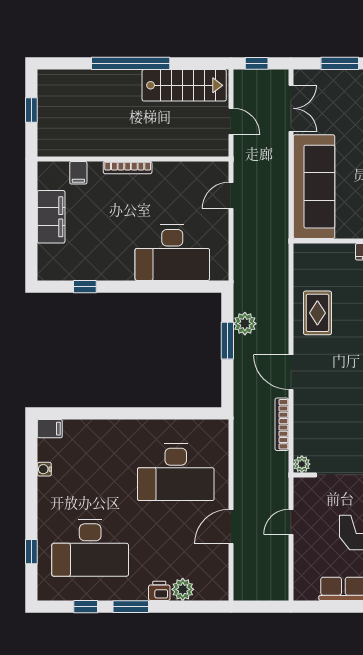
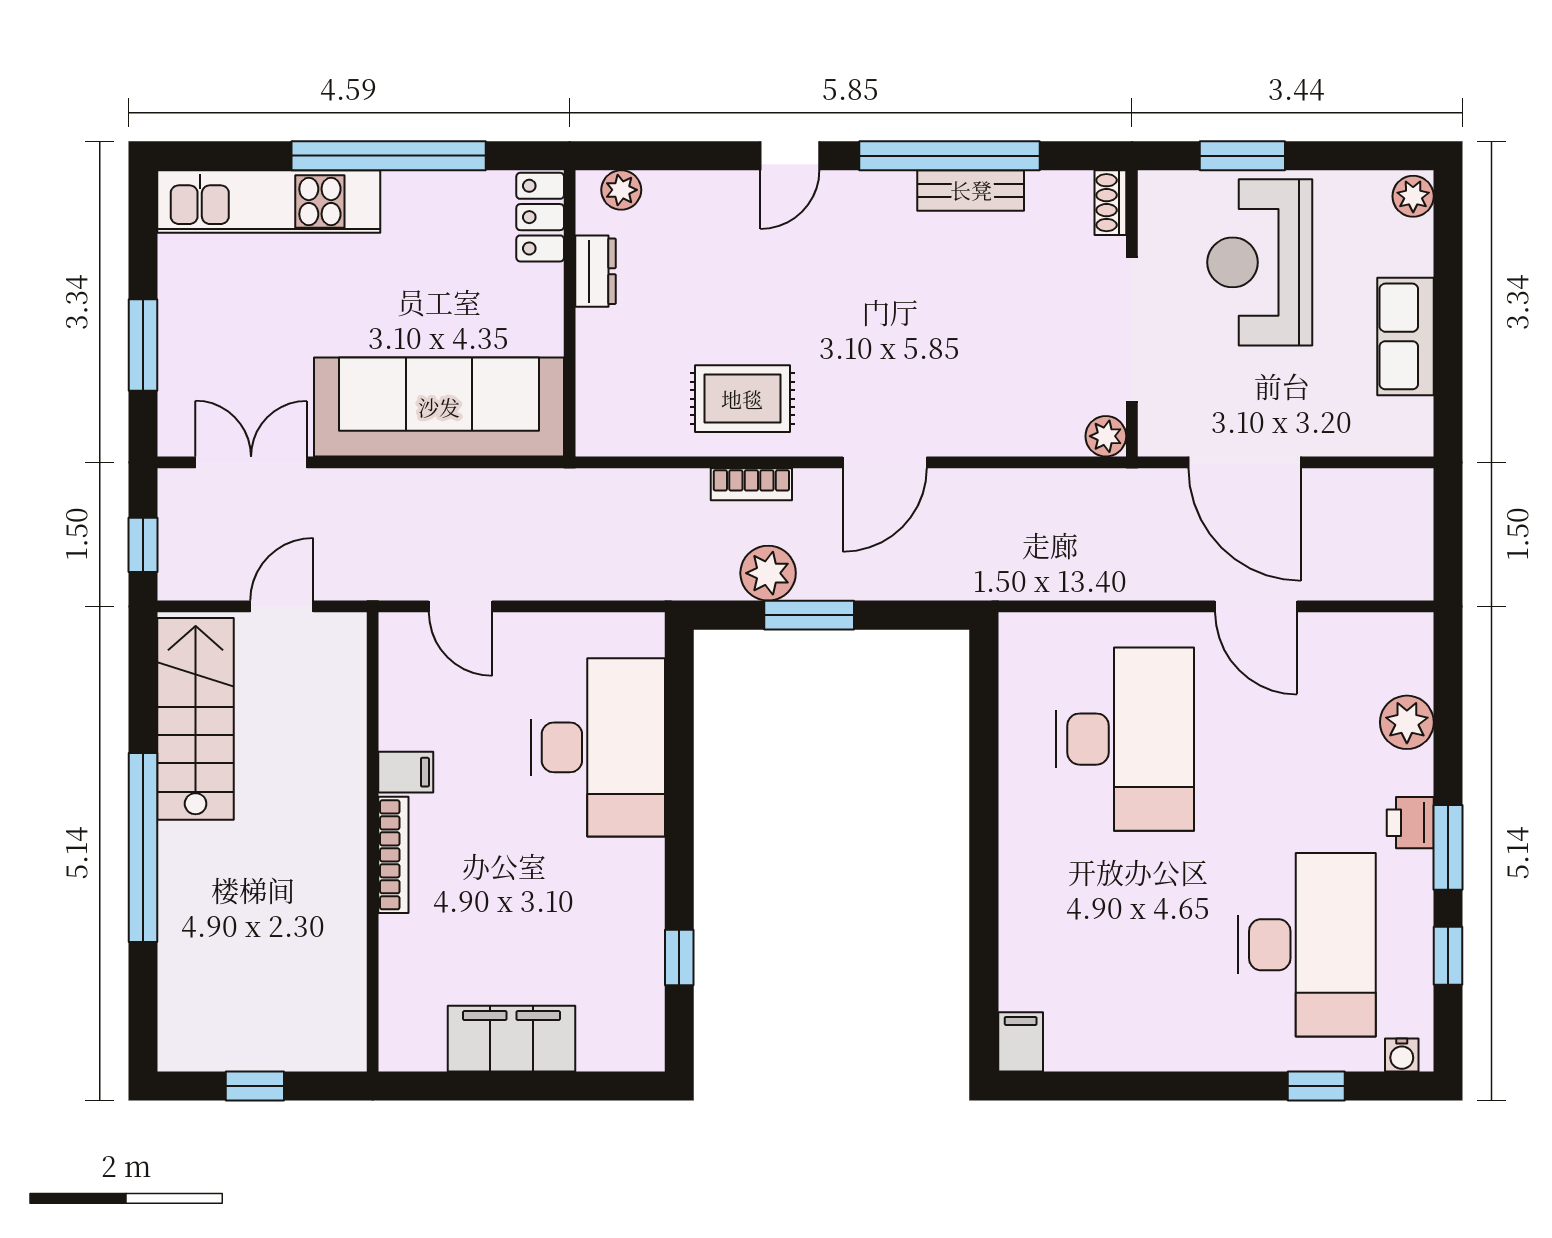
filing cabinet: (78, 173) -> (406, 772), moved
bookcase: (282, 424) -> (751, 484), moved, width x0.64
water cooler: (44, 469) -> (1402, 1055), moved
door: (291, 522) -> (1245, 462), width x1.88
printer: (159, 591) -> (1410, 823), moved

